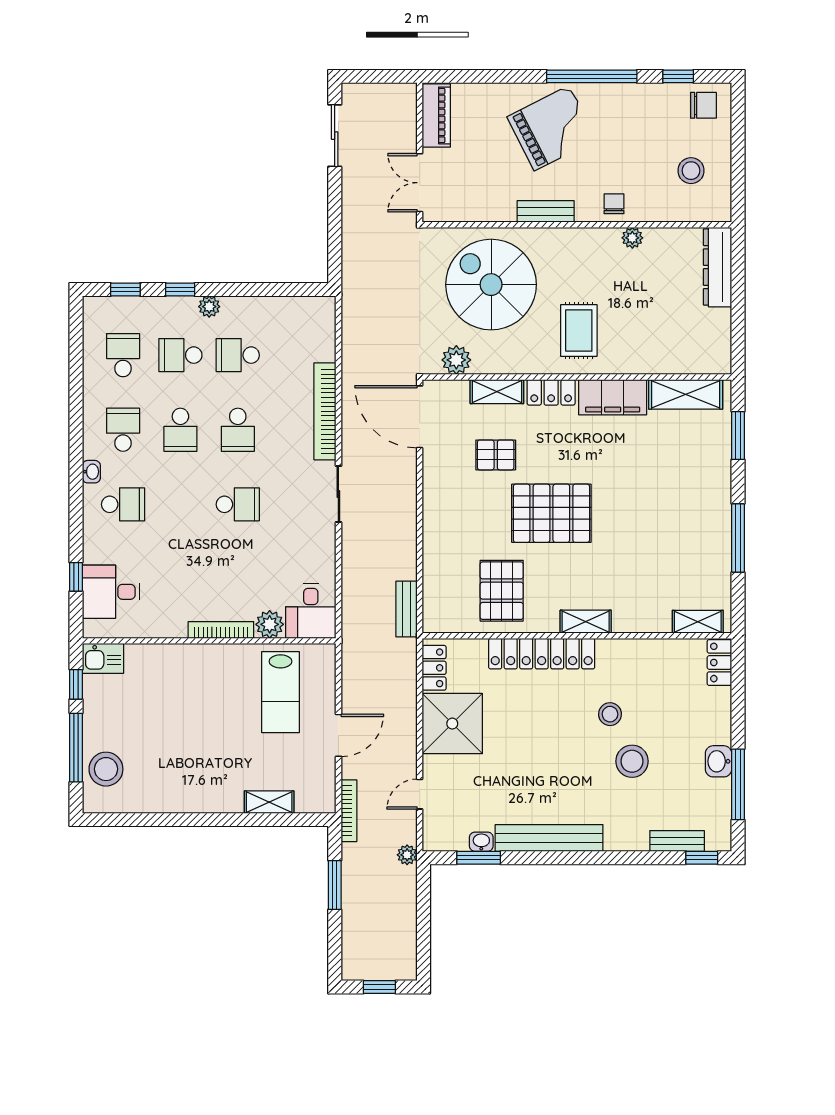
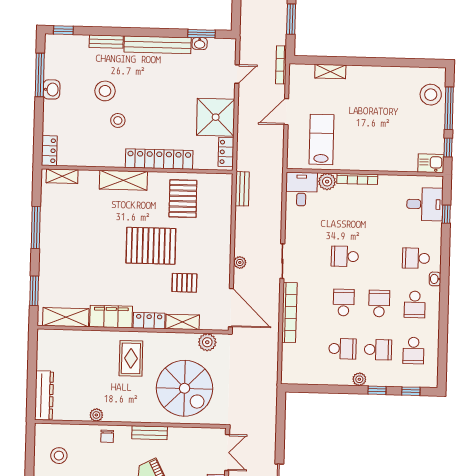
shelving: (586, 622) -> (123, 180), width x1.50, depth x1.33
bench: (677, 841) -> (106, 42), moved
plant: (407, 855) -> (240, 262), moved

